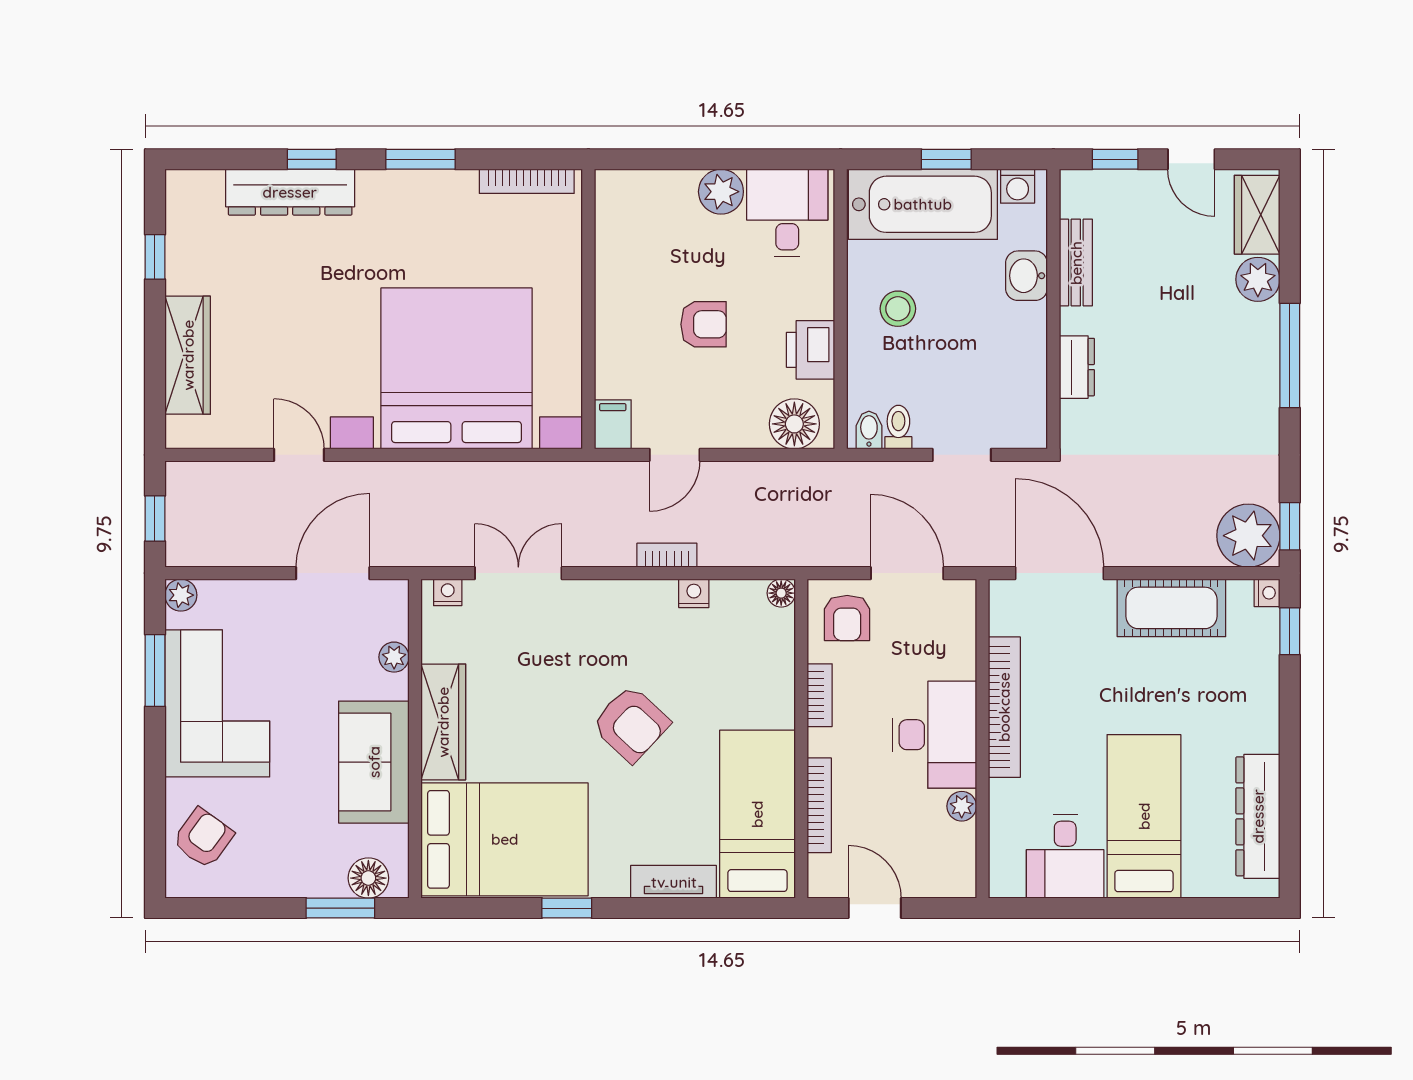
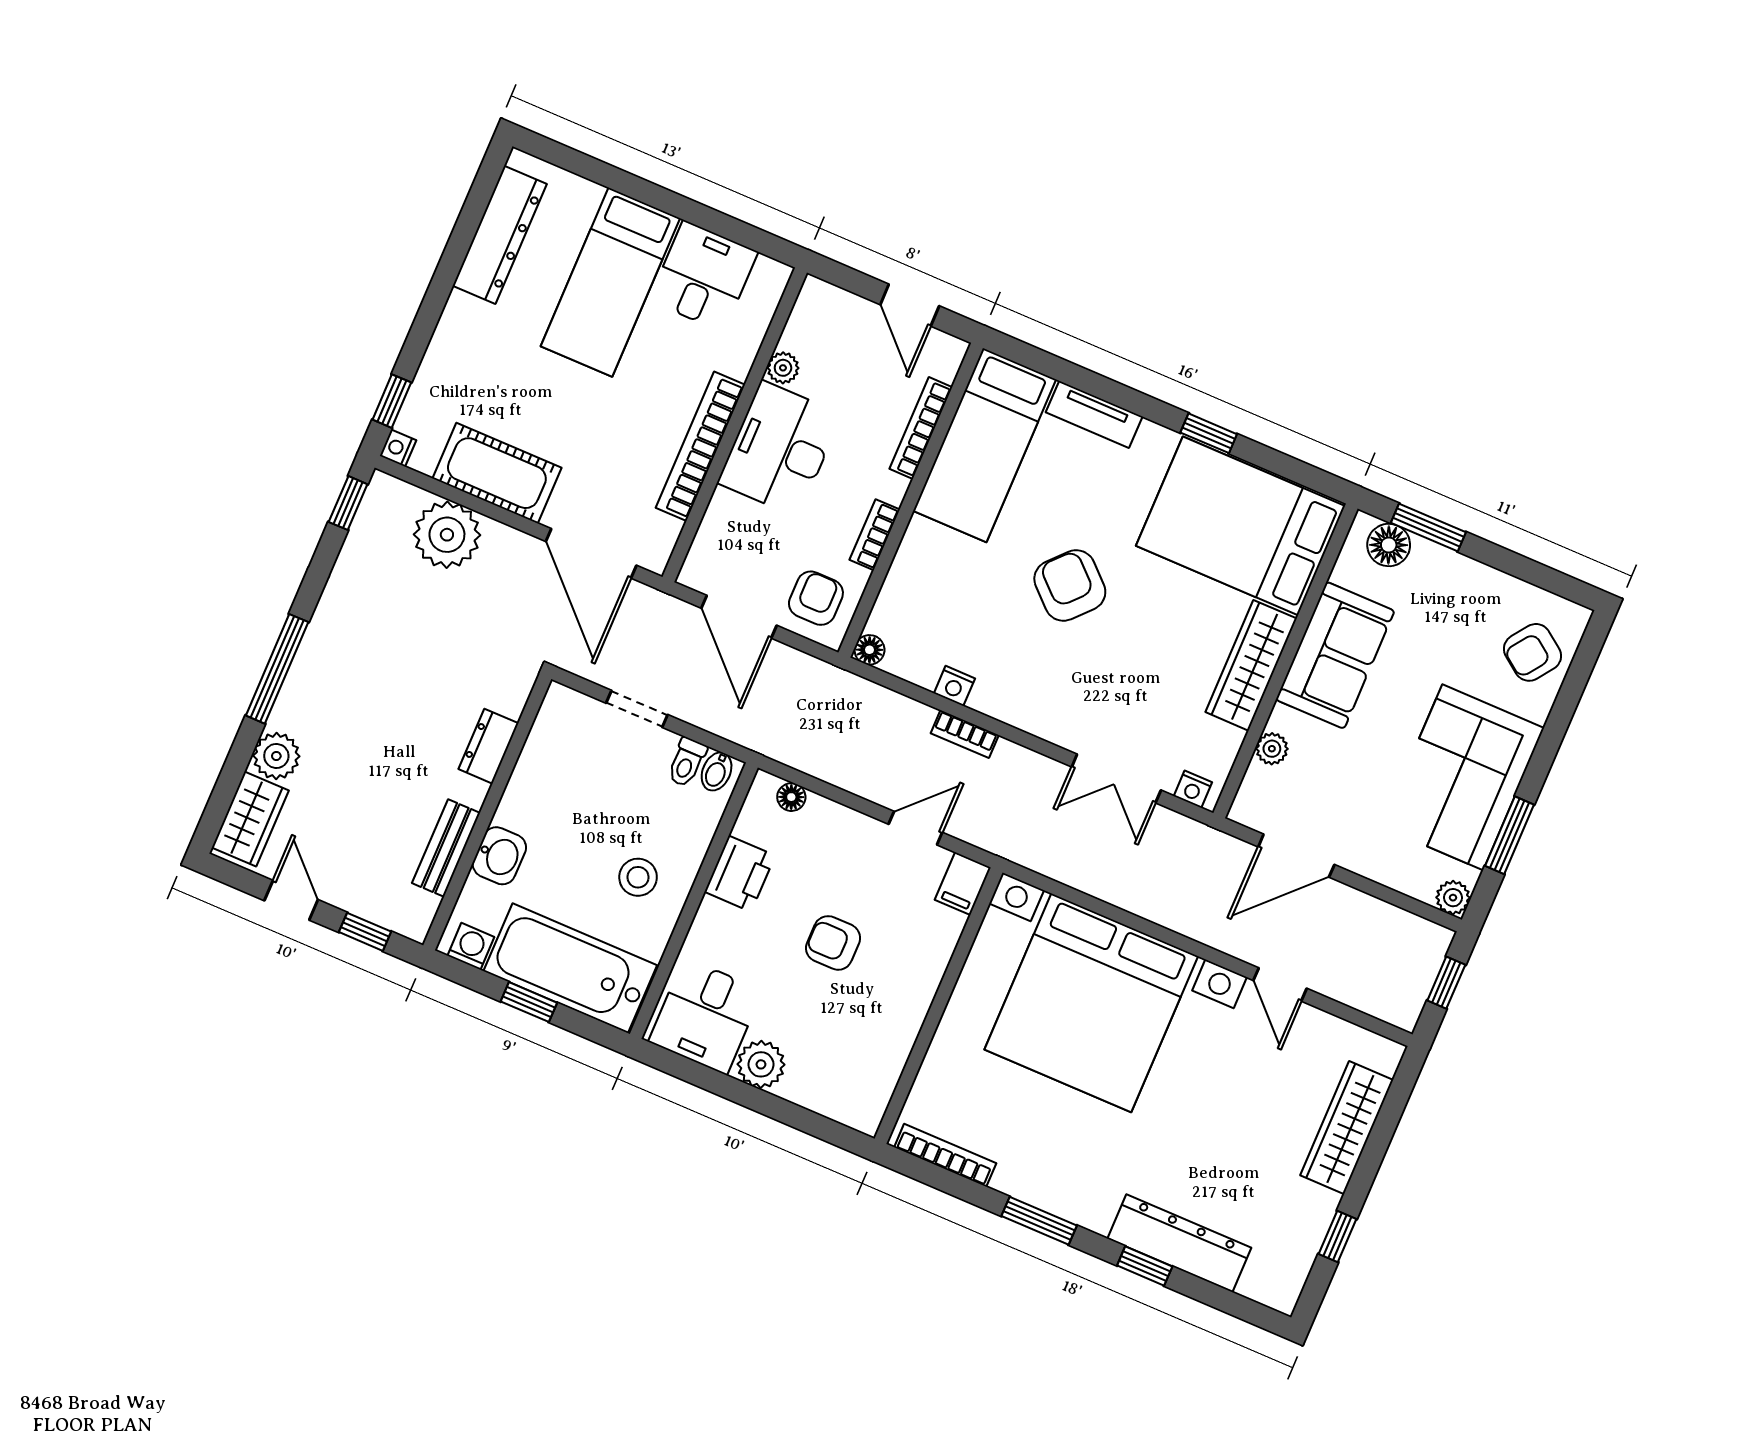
floor lamp: (794, 424) -> (791, 797), width x0.53, depth x0.53
plant: (1248, 536) -> (447, 535), moved

